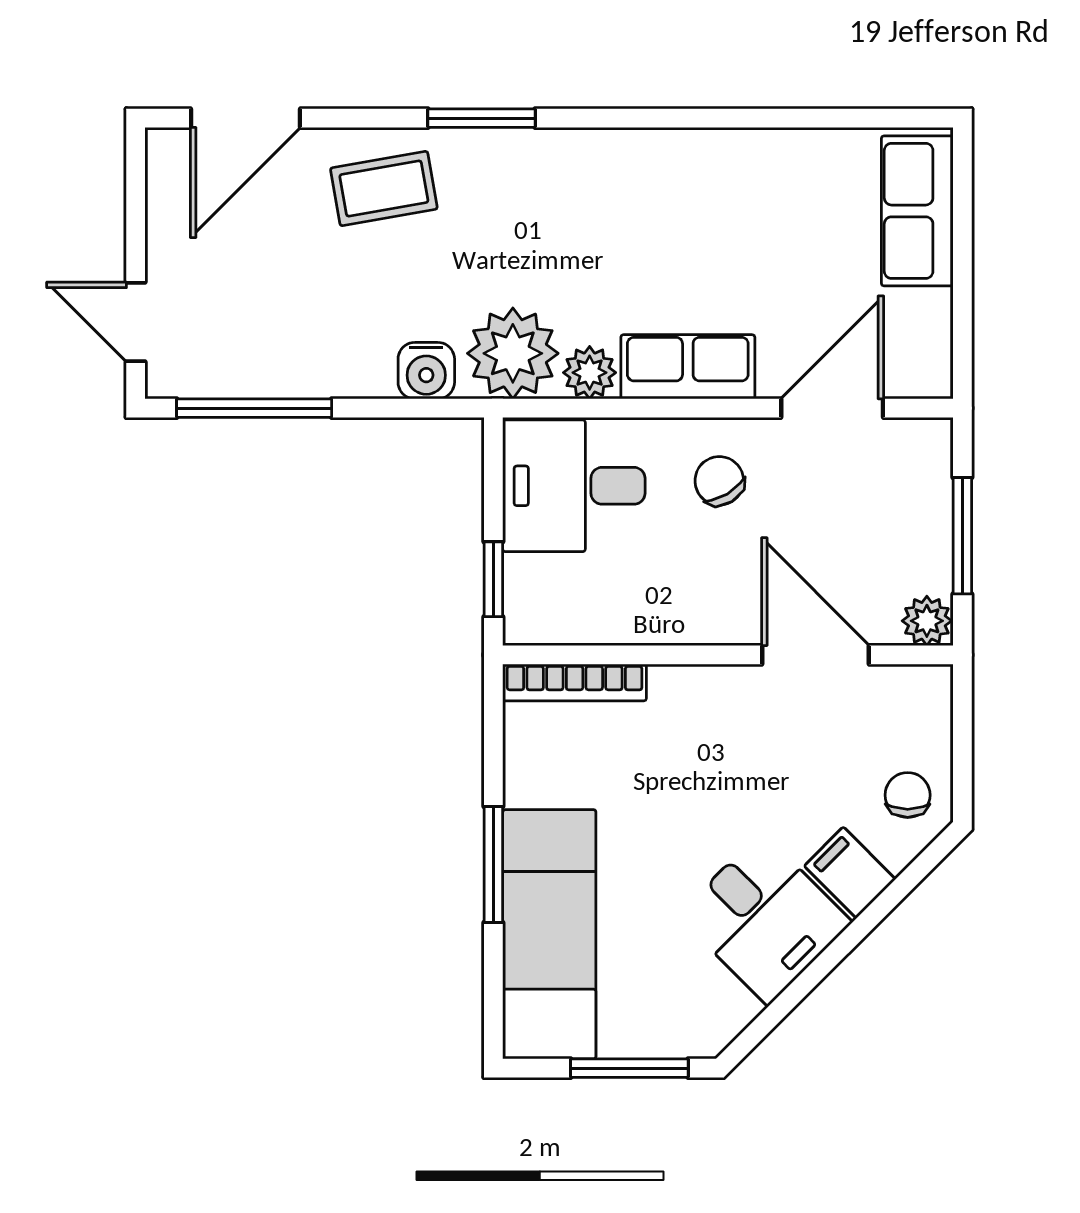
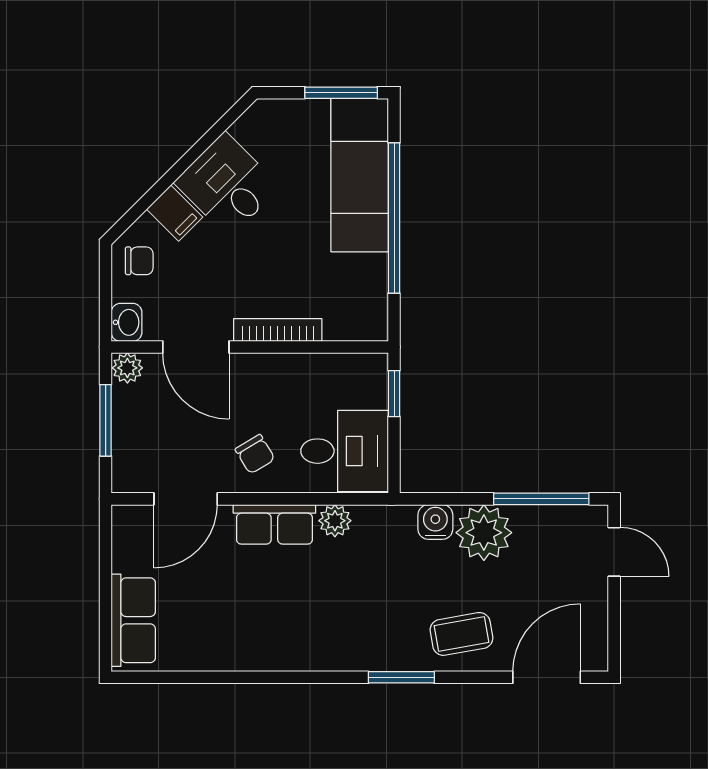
plant: (513, 353) -> (484, 533), moved
bookcase: (575, 682) -> (278, 330), moved
washbasin: (928, 695) -> (127, 322), added
chair: (908, 795) -> (139, 261), turned -90
window: (493, 865) -> (394, 218), width x2.11
window: (629, 1068) -> (341, 93), moved

